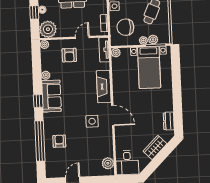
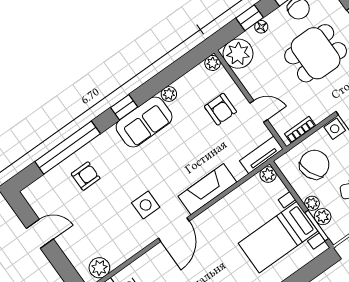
chair: (125, 27) -> (314, 165), turned 67
armchair: (69, 55) -> (220, 109), turned -90

